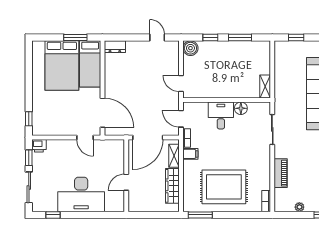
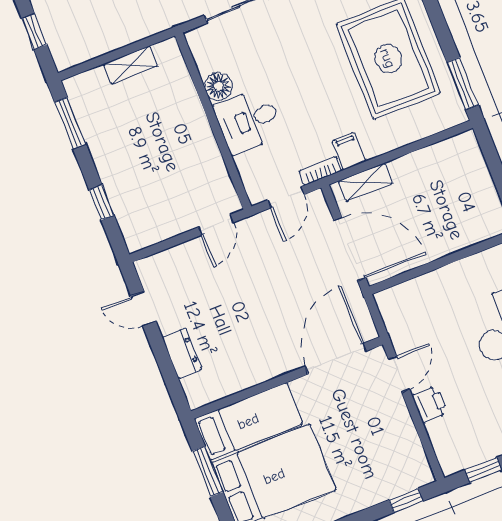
door: (157, 38) -> (143, 309), hinge flipped
window: (240, 38) -> (70, 123), moved
dresser: (115, 47) -> (182, 353), moved
boiler: (190, 48) -> (138, 234), removed
shelving: (265, 86) -> (131, 65), moved
printer: (39, 146) -> (430, 404), moved
door: (126, 182) -> (456, 257), removed
wardrobe: (172, 186) -> (427, 162), removed

